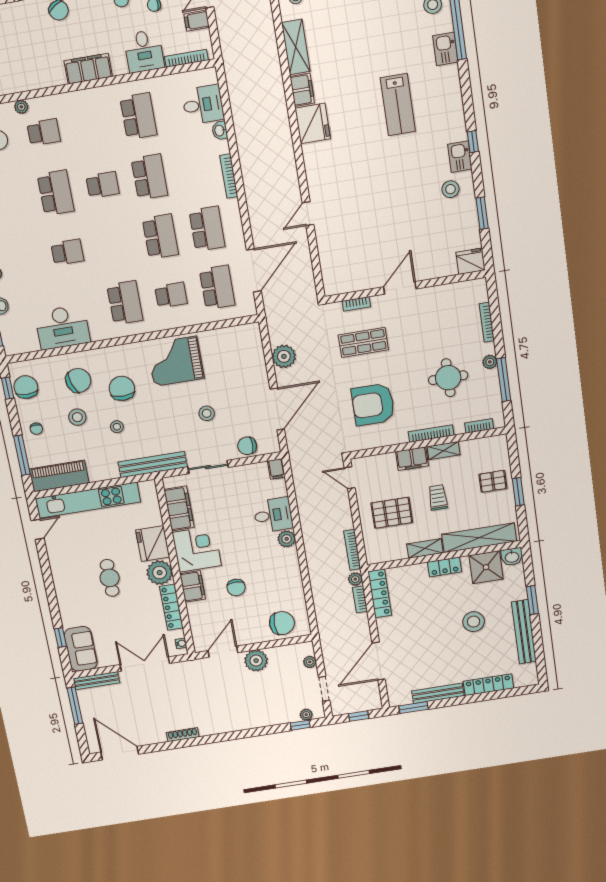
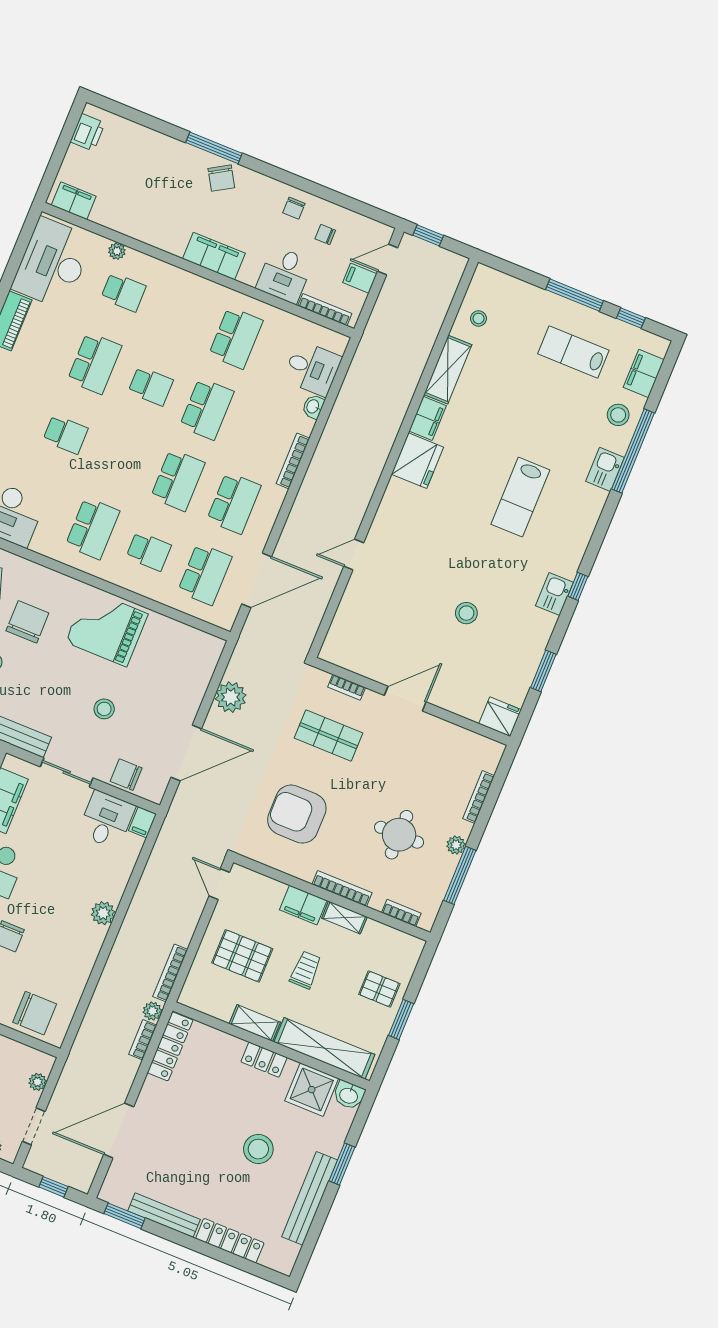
stool: (450, 189) -> (466, 613), moved
desk: (273, 515) -> (107, 820), moved, turned -90

